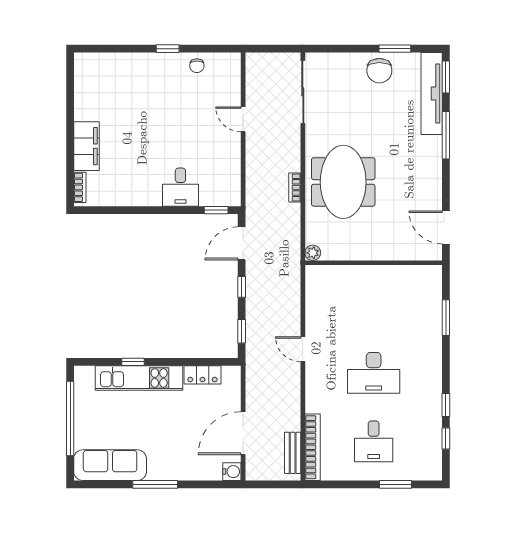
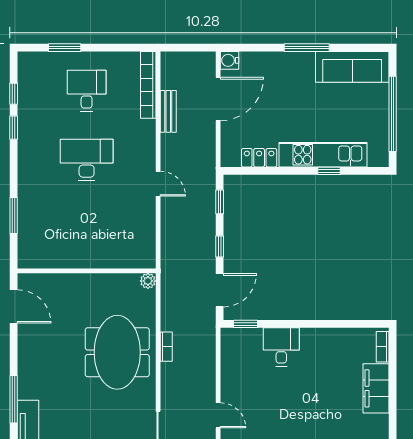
bench: (293, 453) -> (168, 111), moved

